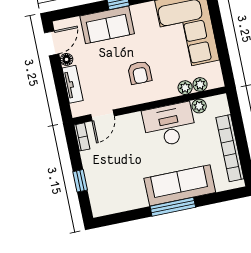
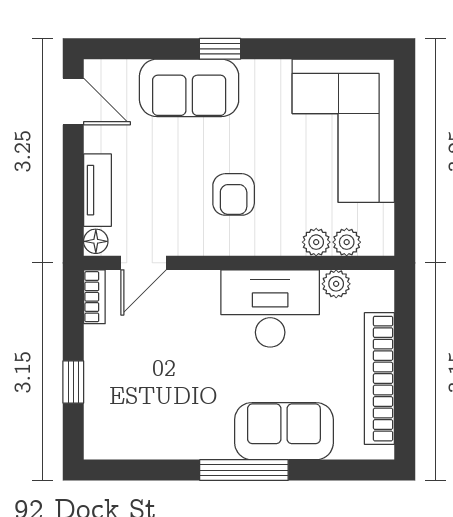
door: (52, 43) -> (73, 101), hinge flipped
floor lamp: (67, 59) -> (96, 241), moved
sofa: (180, 185) -> (284, 431), width x0.73

